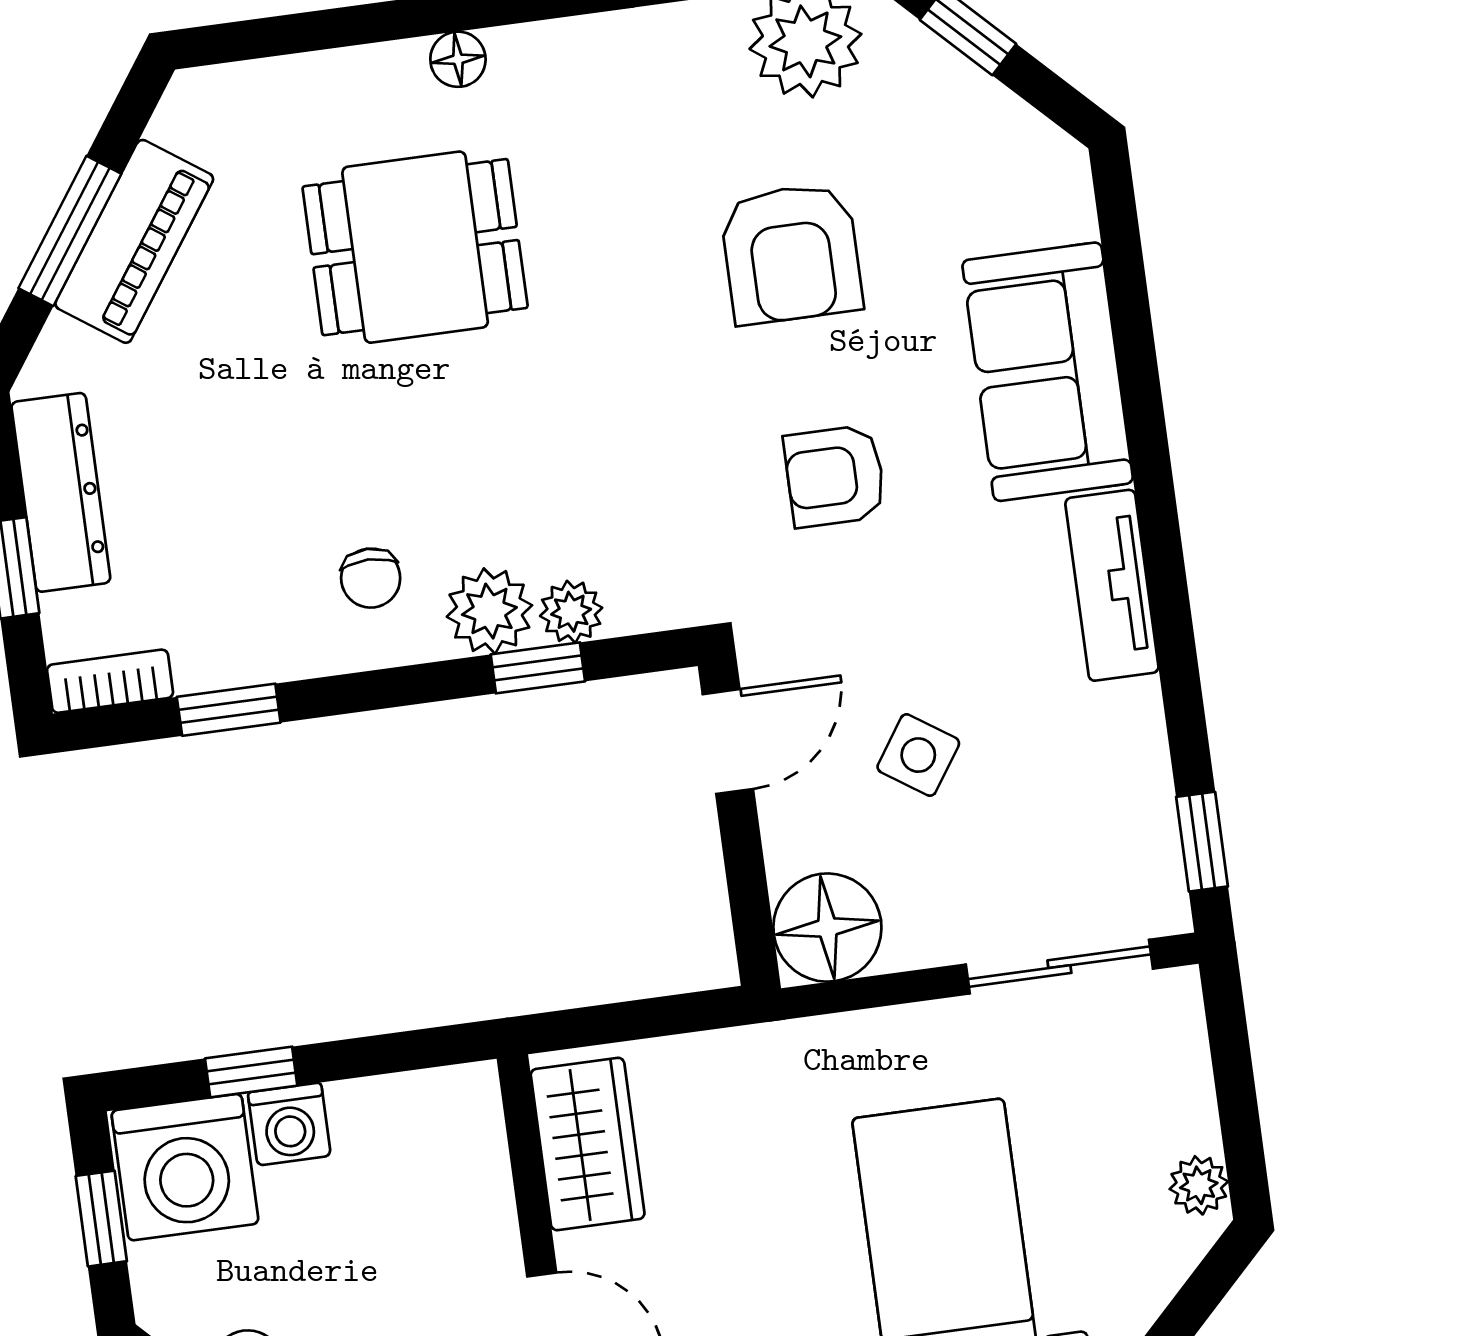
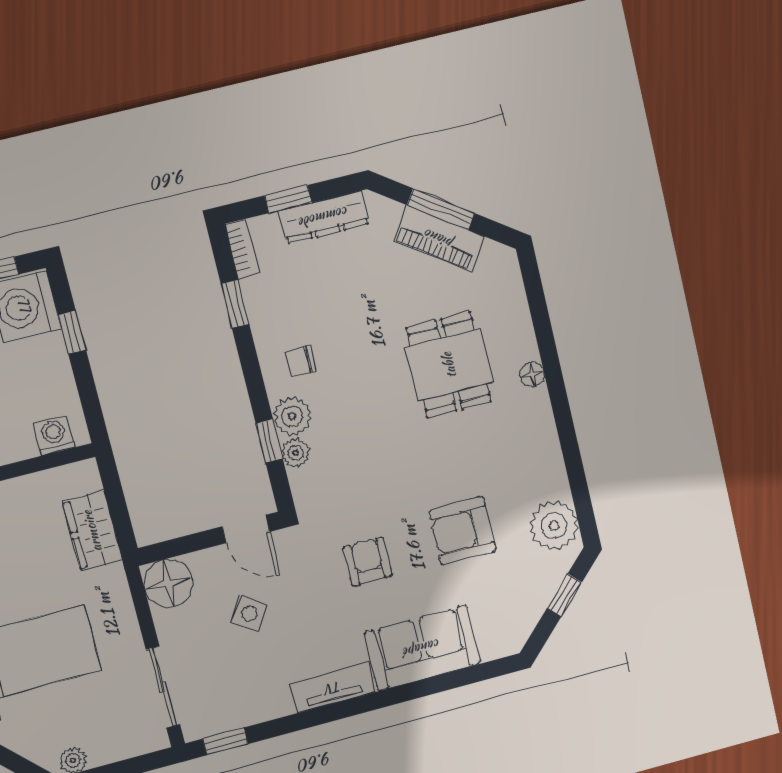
washing machine: (289, 1124) -> (54, 435), moved, turned 90
wardrobe: (588, 1144) -> (92, 531), moved, turned 90

